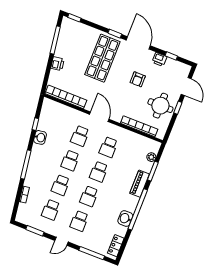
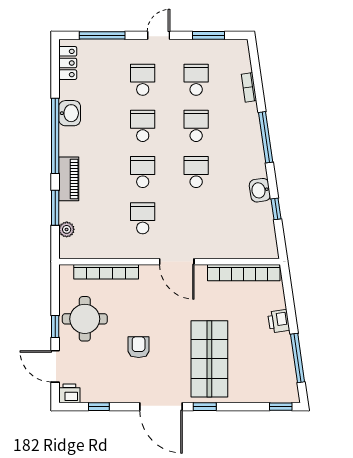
printer: (160, 59) -> (69, 393), moved
school desk: (80, 136) -> (196, 218), removed

